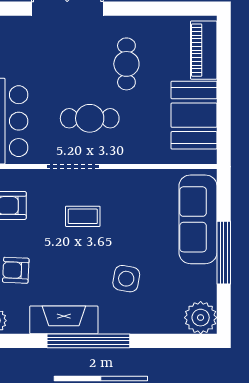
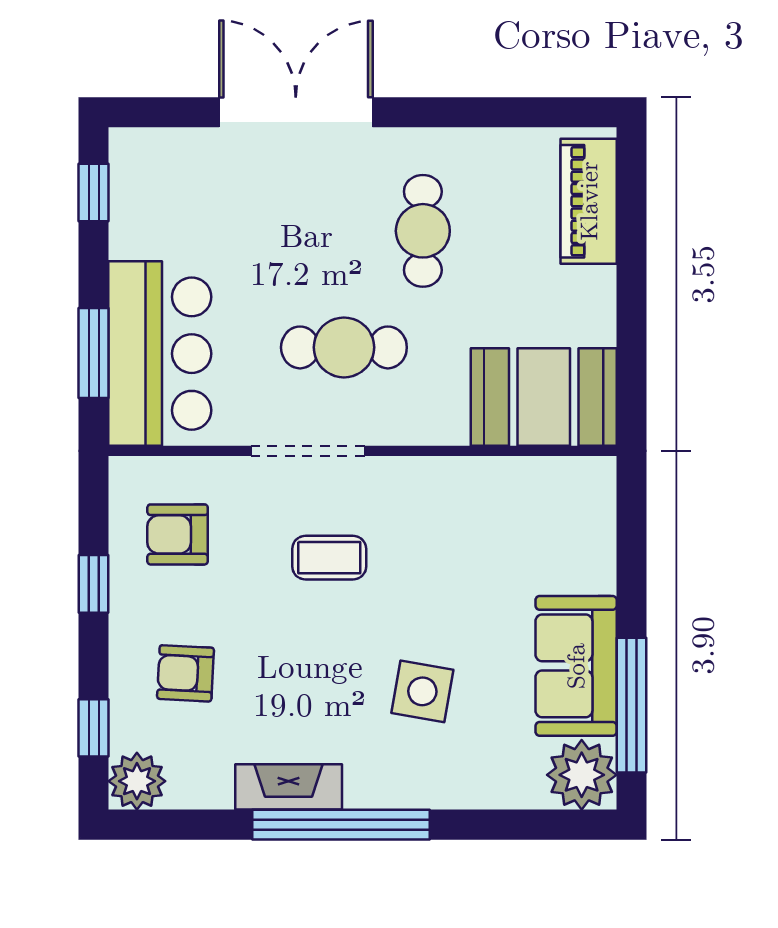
booth: (194, 115) -> (544, 397), moved, turned 90
sofa: (198, 219) -> (576, 666), moved, width x0.73
window: (224, 253) -> (632, 705), moved
fireplace: (64, 320) -> (289, 787), width x0.73, depth x0.76

